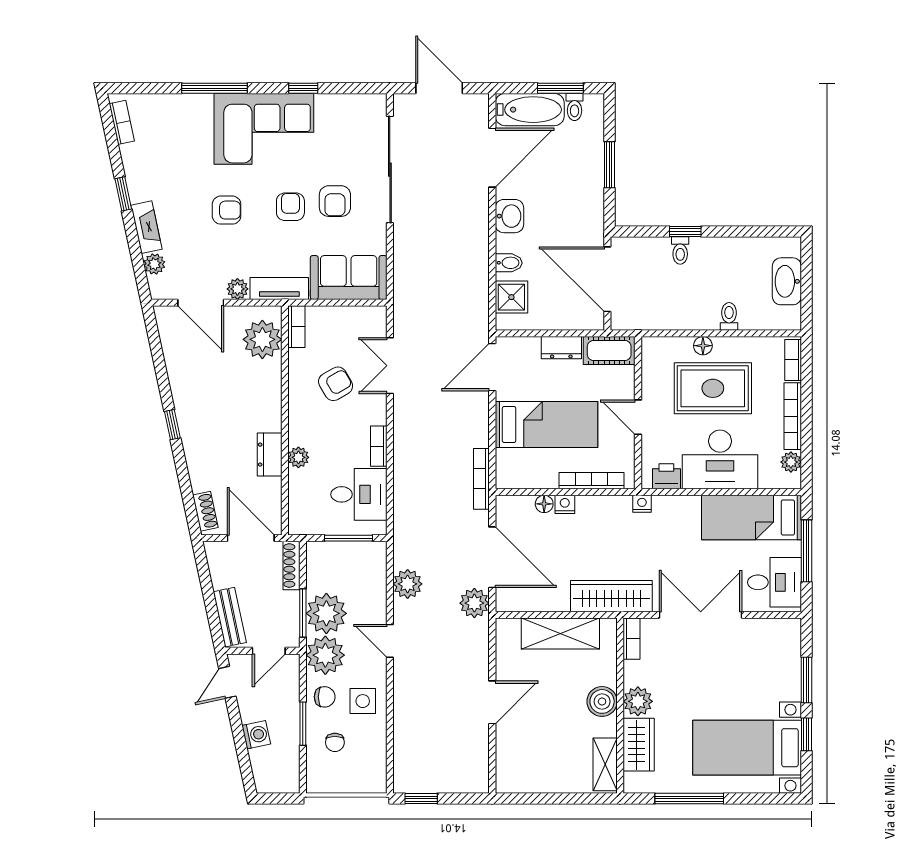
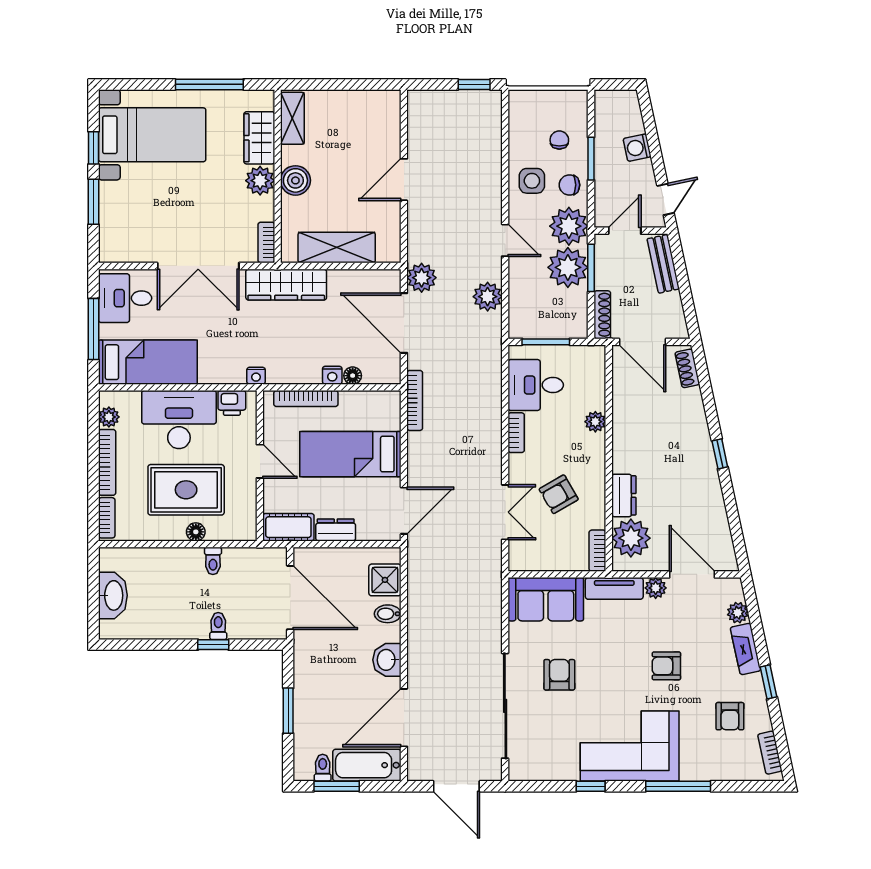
armchair: (290, 207) -> (730, 716), moved
toilet: (729, 316) -> (213, 561), moved
dresser: (270, 455) -> (624, 495), moved

